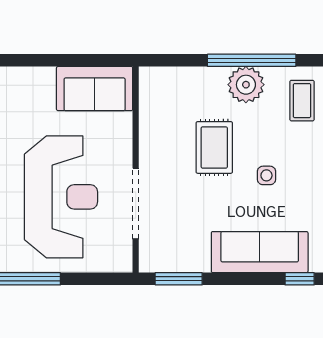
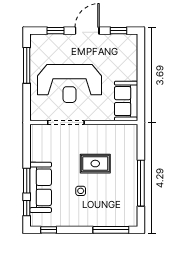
plant: (246, 85) -> (128, 180), removed
coffee table: (302, 101) -> (120, 209), removed
window: (179, 279) -> (27, 181), moved

